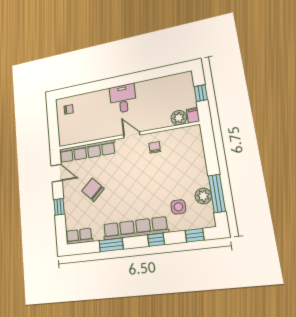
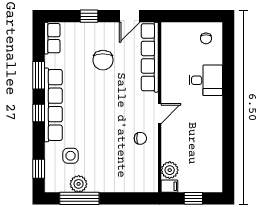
desk: (123, 99) -> (206, 80), moved
chair: (93, 190) -> (103, 60), turned 133
window: (156, 240) -> (39, 113), moved

